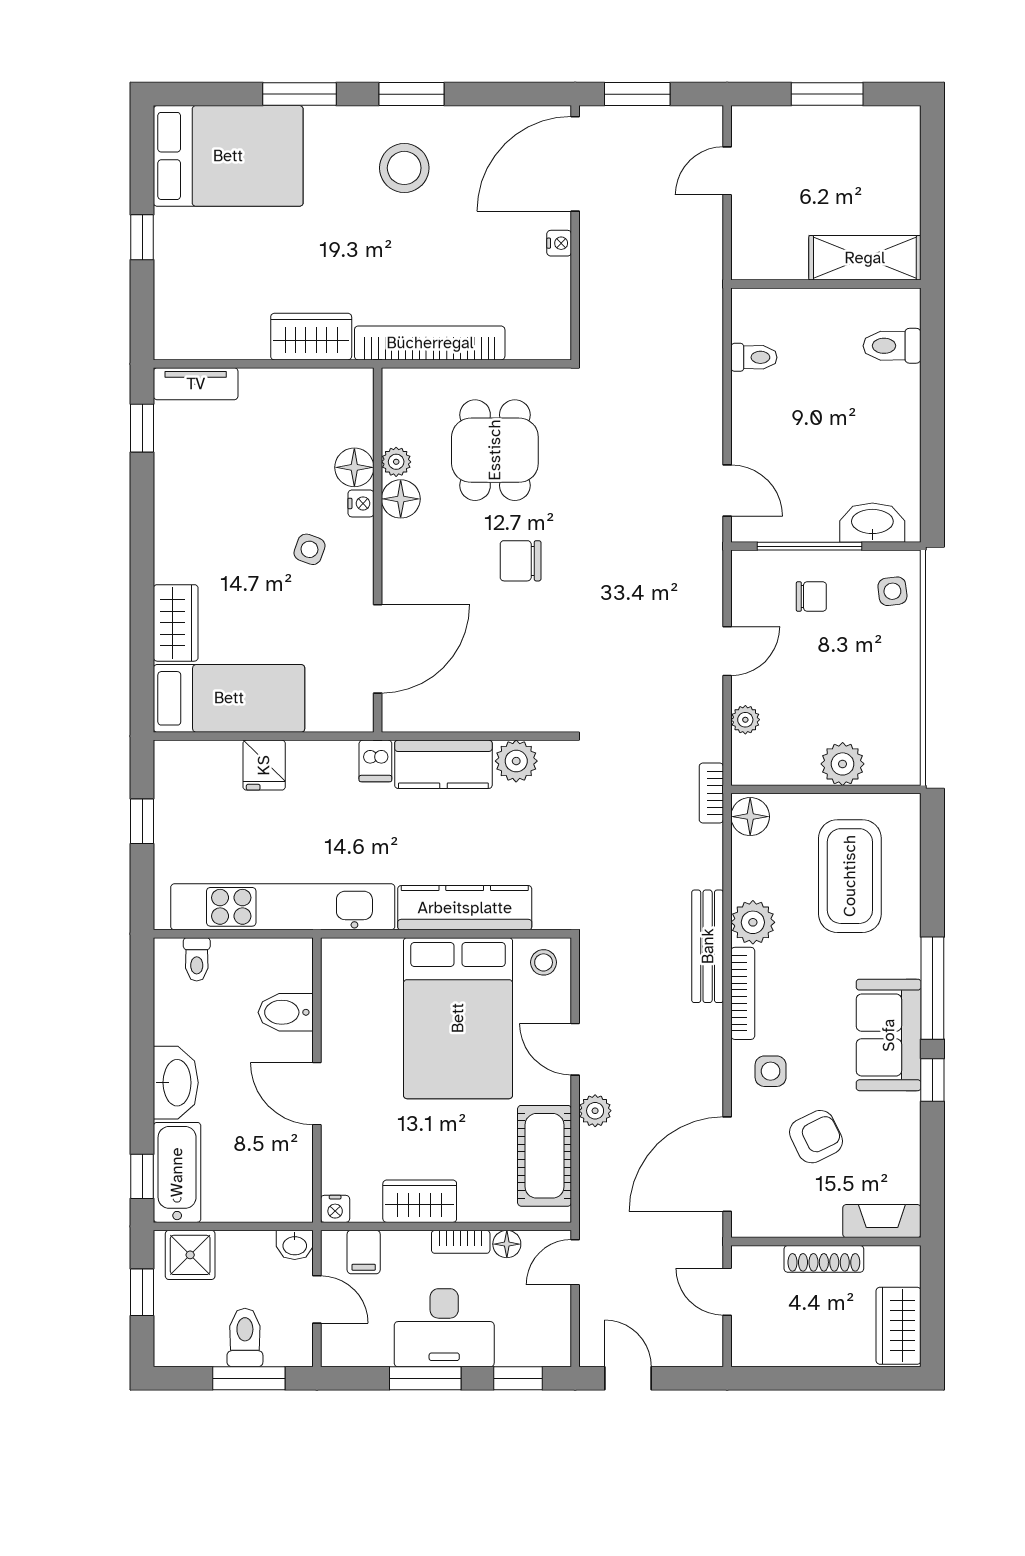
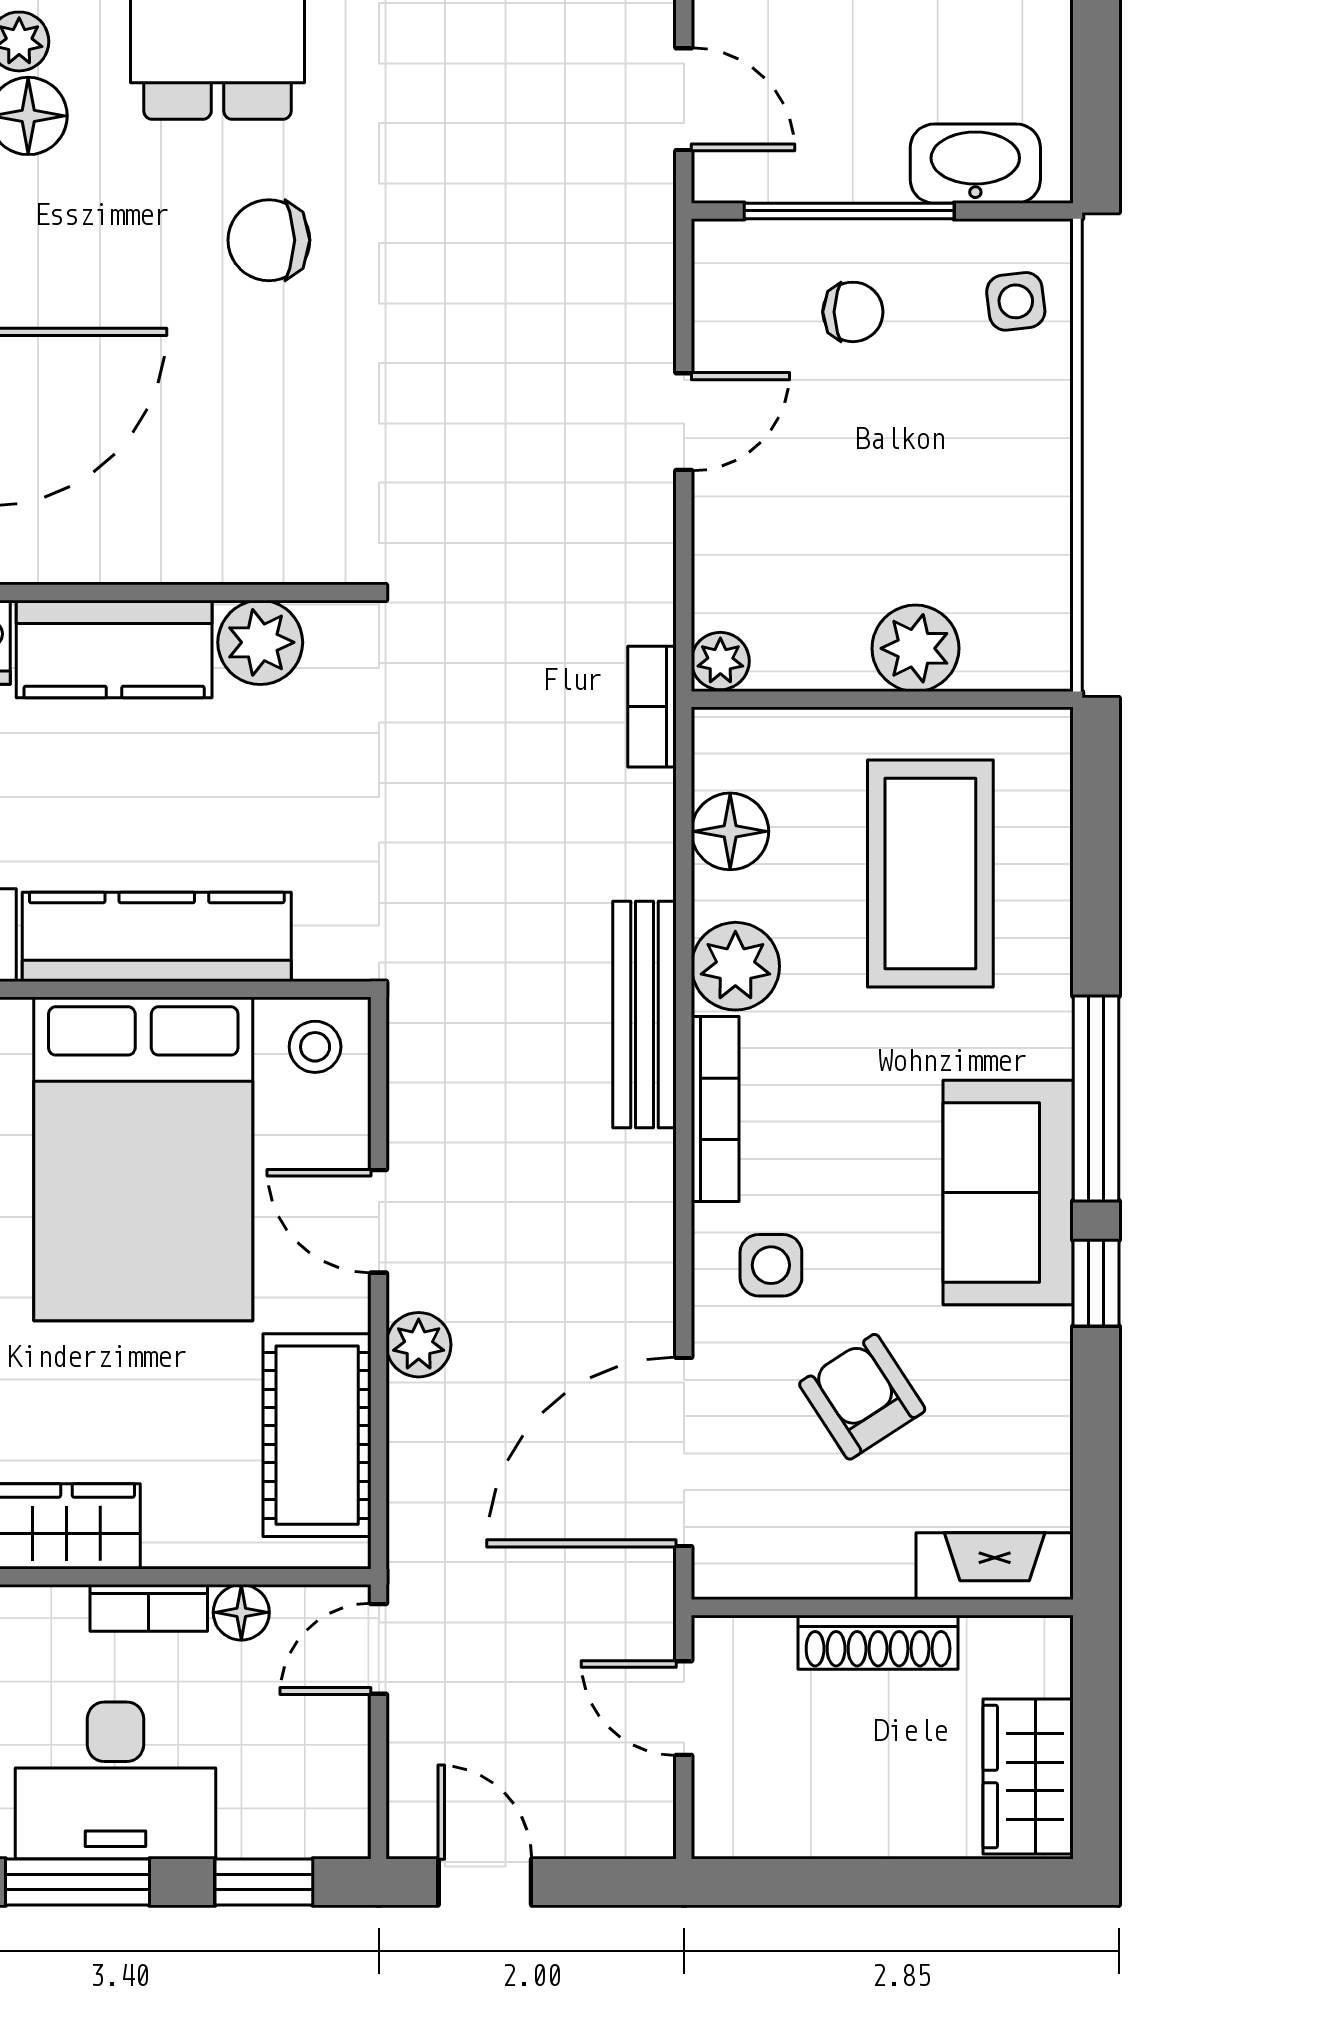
plant: (745, 720) -> (720, 661), moved
floor lamp: (750, 817) -> (730, 831), moved
armchair: (816, 1137) -> (862, 1397), turned -97

